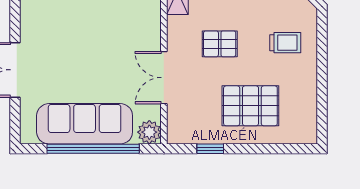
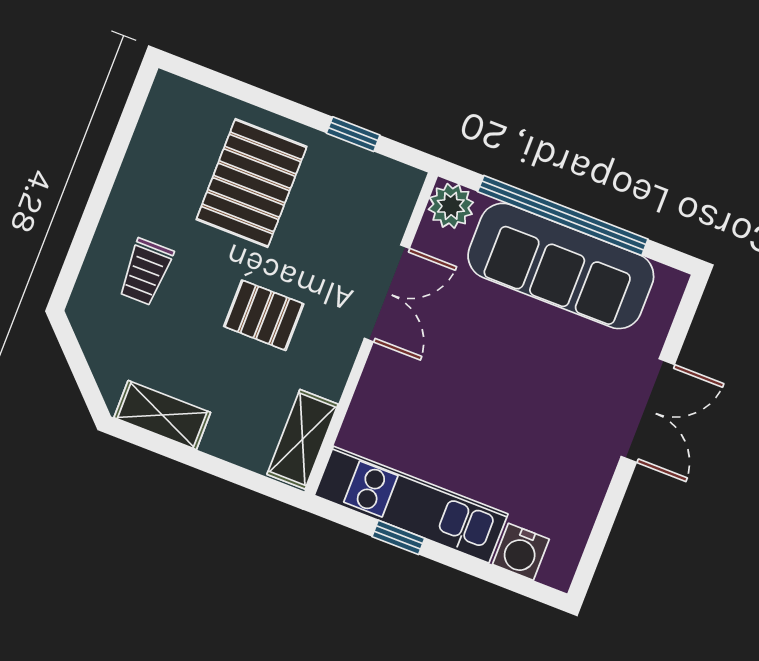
trolley: (285, 43) -> (146, 272), turned -90
pallet: (250, 106) -> (252, 183), turned 90

